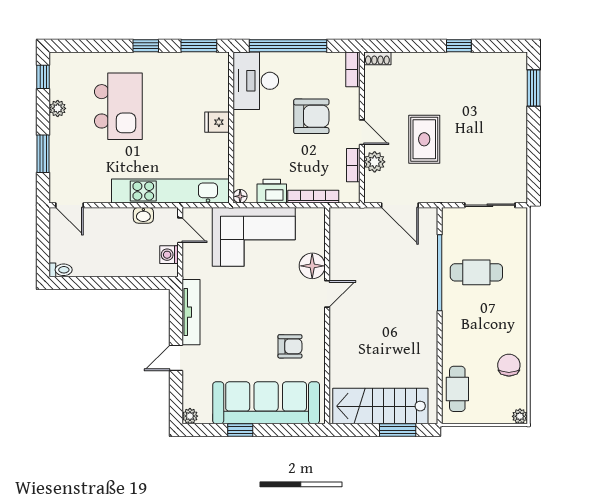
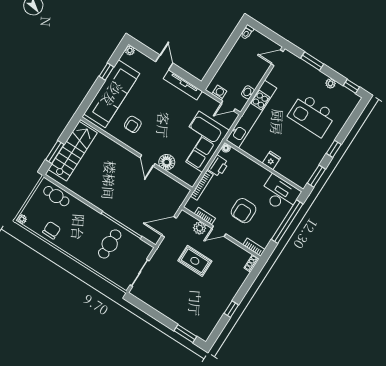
chair: (509, 365) -> (52, 230), turned -90

